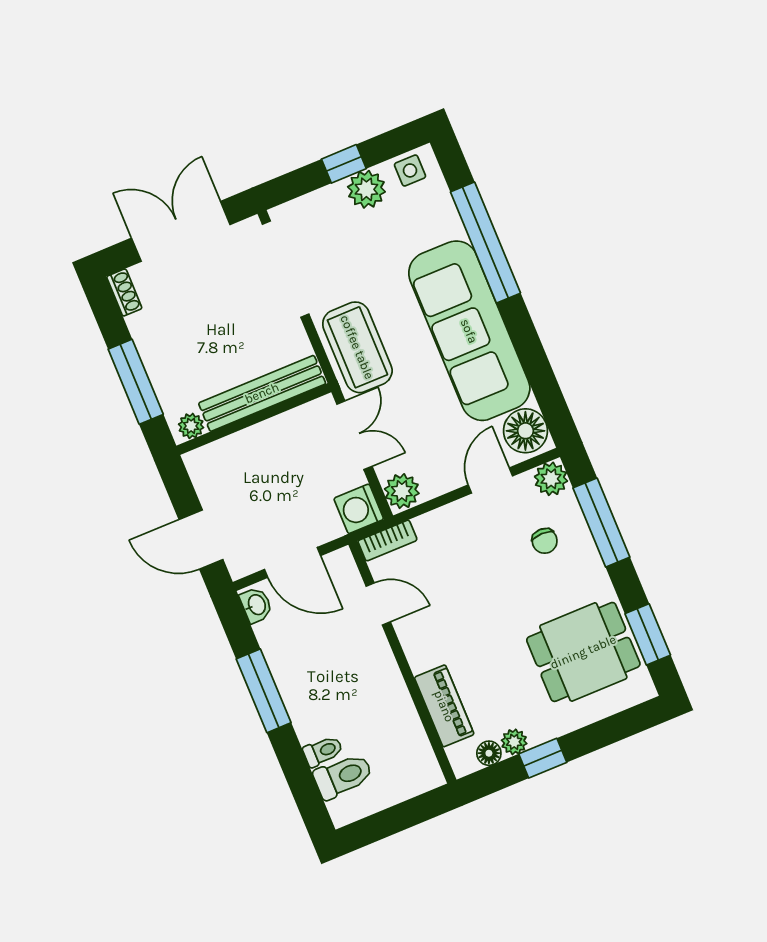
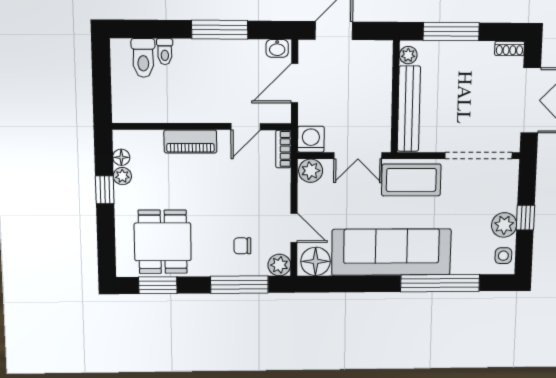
piano: (444, 706) -> (190, 141), moved

